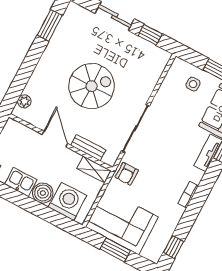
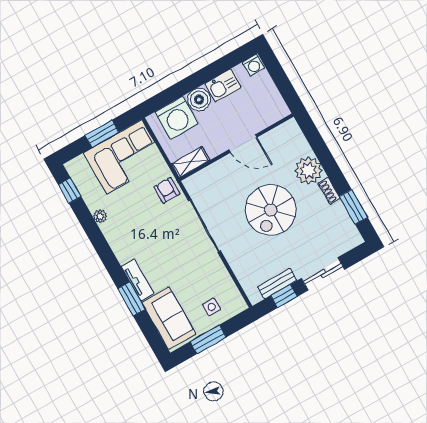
shoe rack: (49, 51) -> (329, 191), added
plant: (24, 101) -> (308, 171), moved, width x1.87, depth x1.87
bench: (88, 148) -> (277, 284), moved
bookcase: (188, 194) -> (110, 236), removed
plant: (178, 212) -> (100, 216), added

